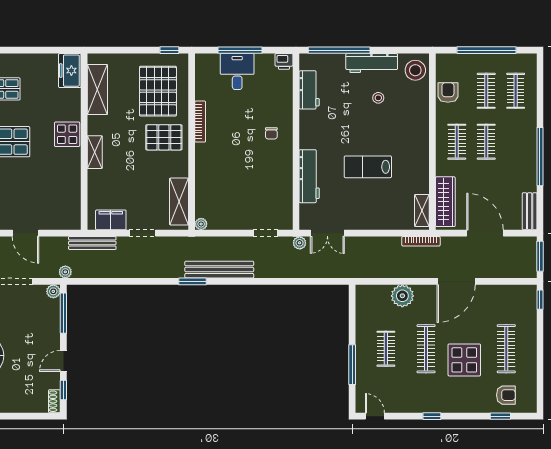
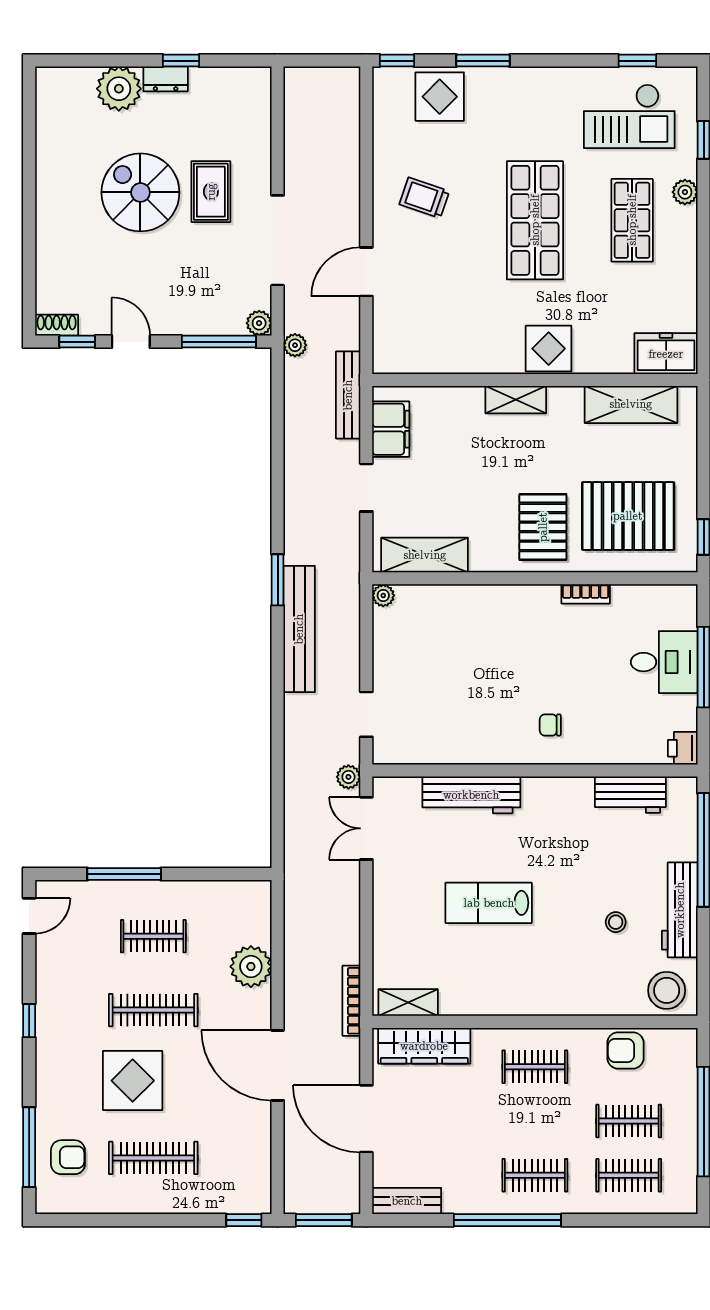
armchair: (448, 93) -> (625, 1050), turned 180
bookcase: (200, 122) -> (586, 594), width x0.64
clothes rail: (486, 142) -> (535, 1175), moved
lab bench: (368, 167) -> (489, 903), turned -90
door: (485, 233) -> (366, 1119), swing flipped
armchair: (506, 395) -> (68, 1157), turned -90
window: (500, 416) -> (29, 1147), width x2.17

